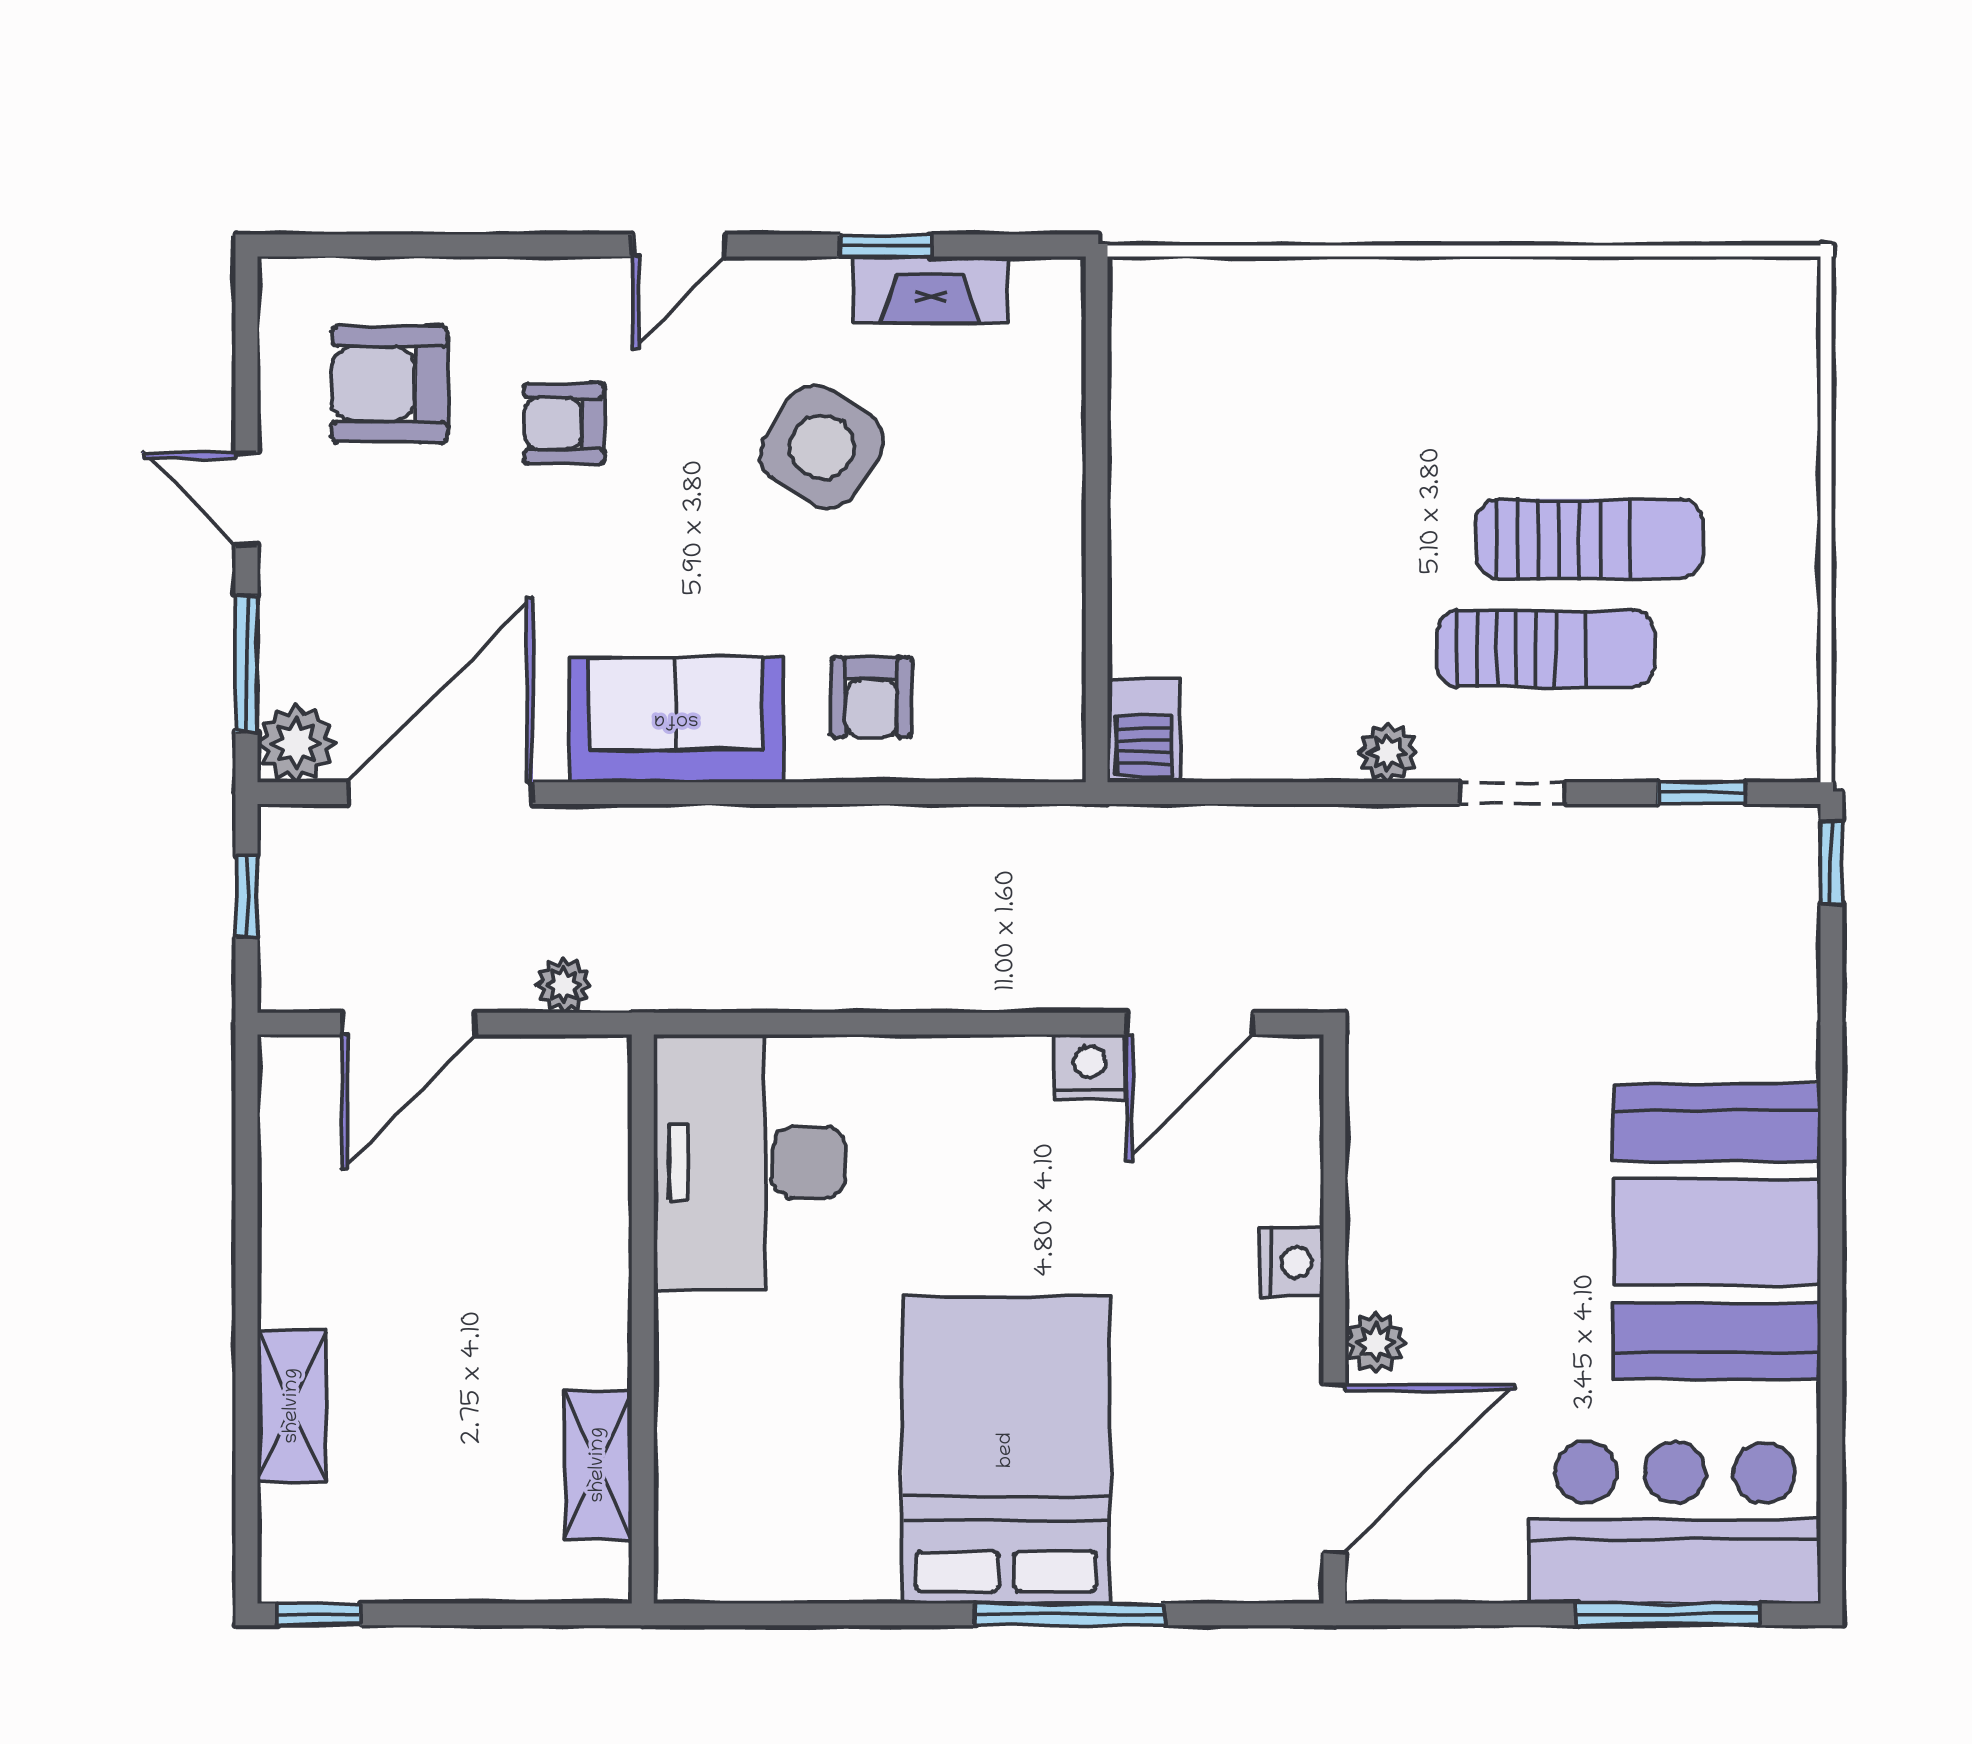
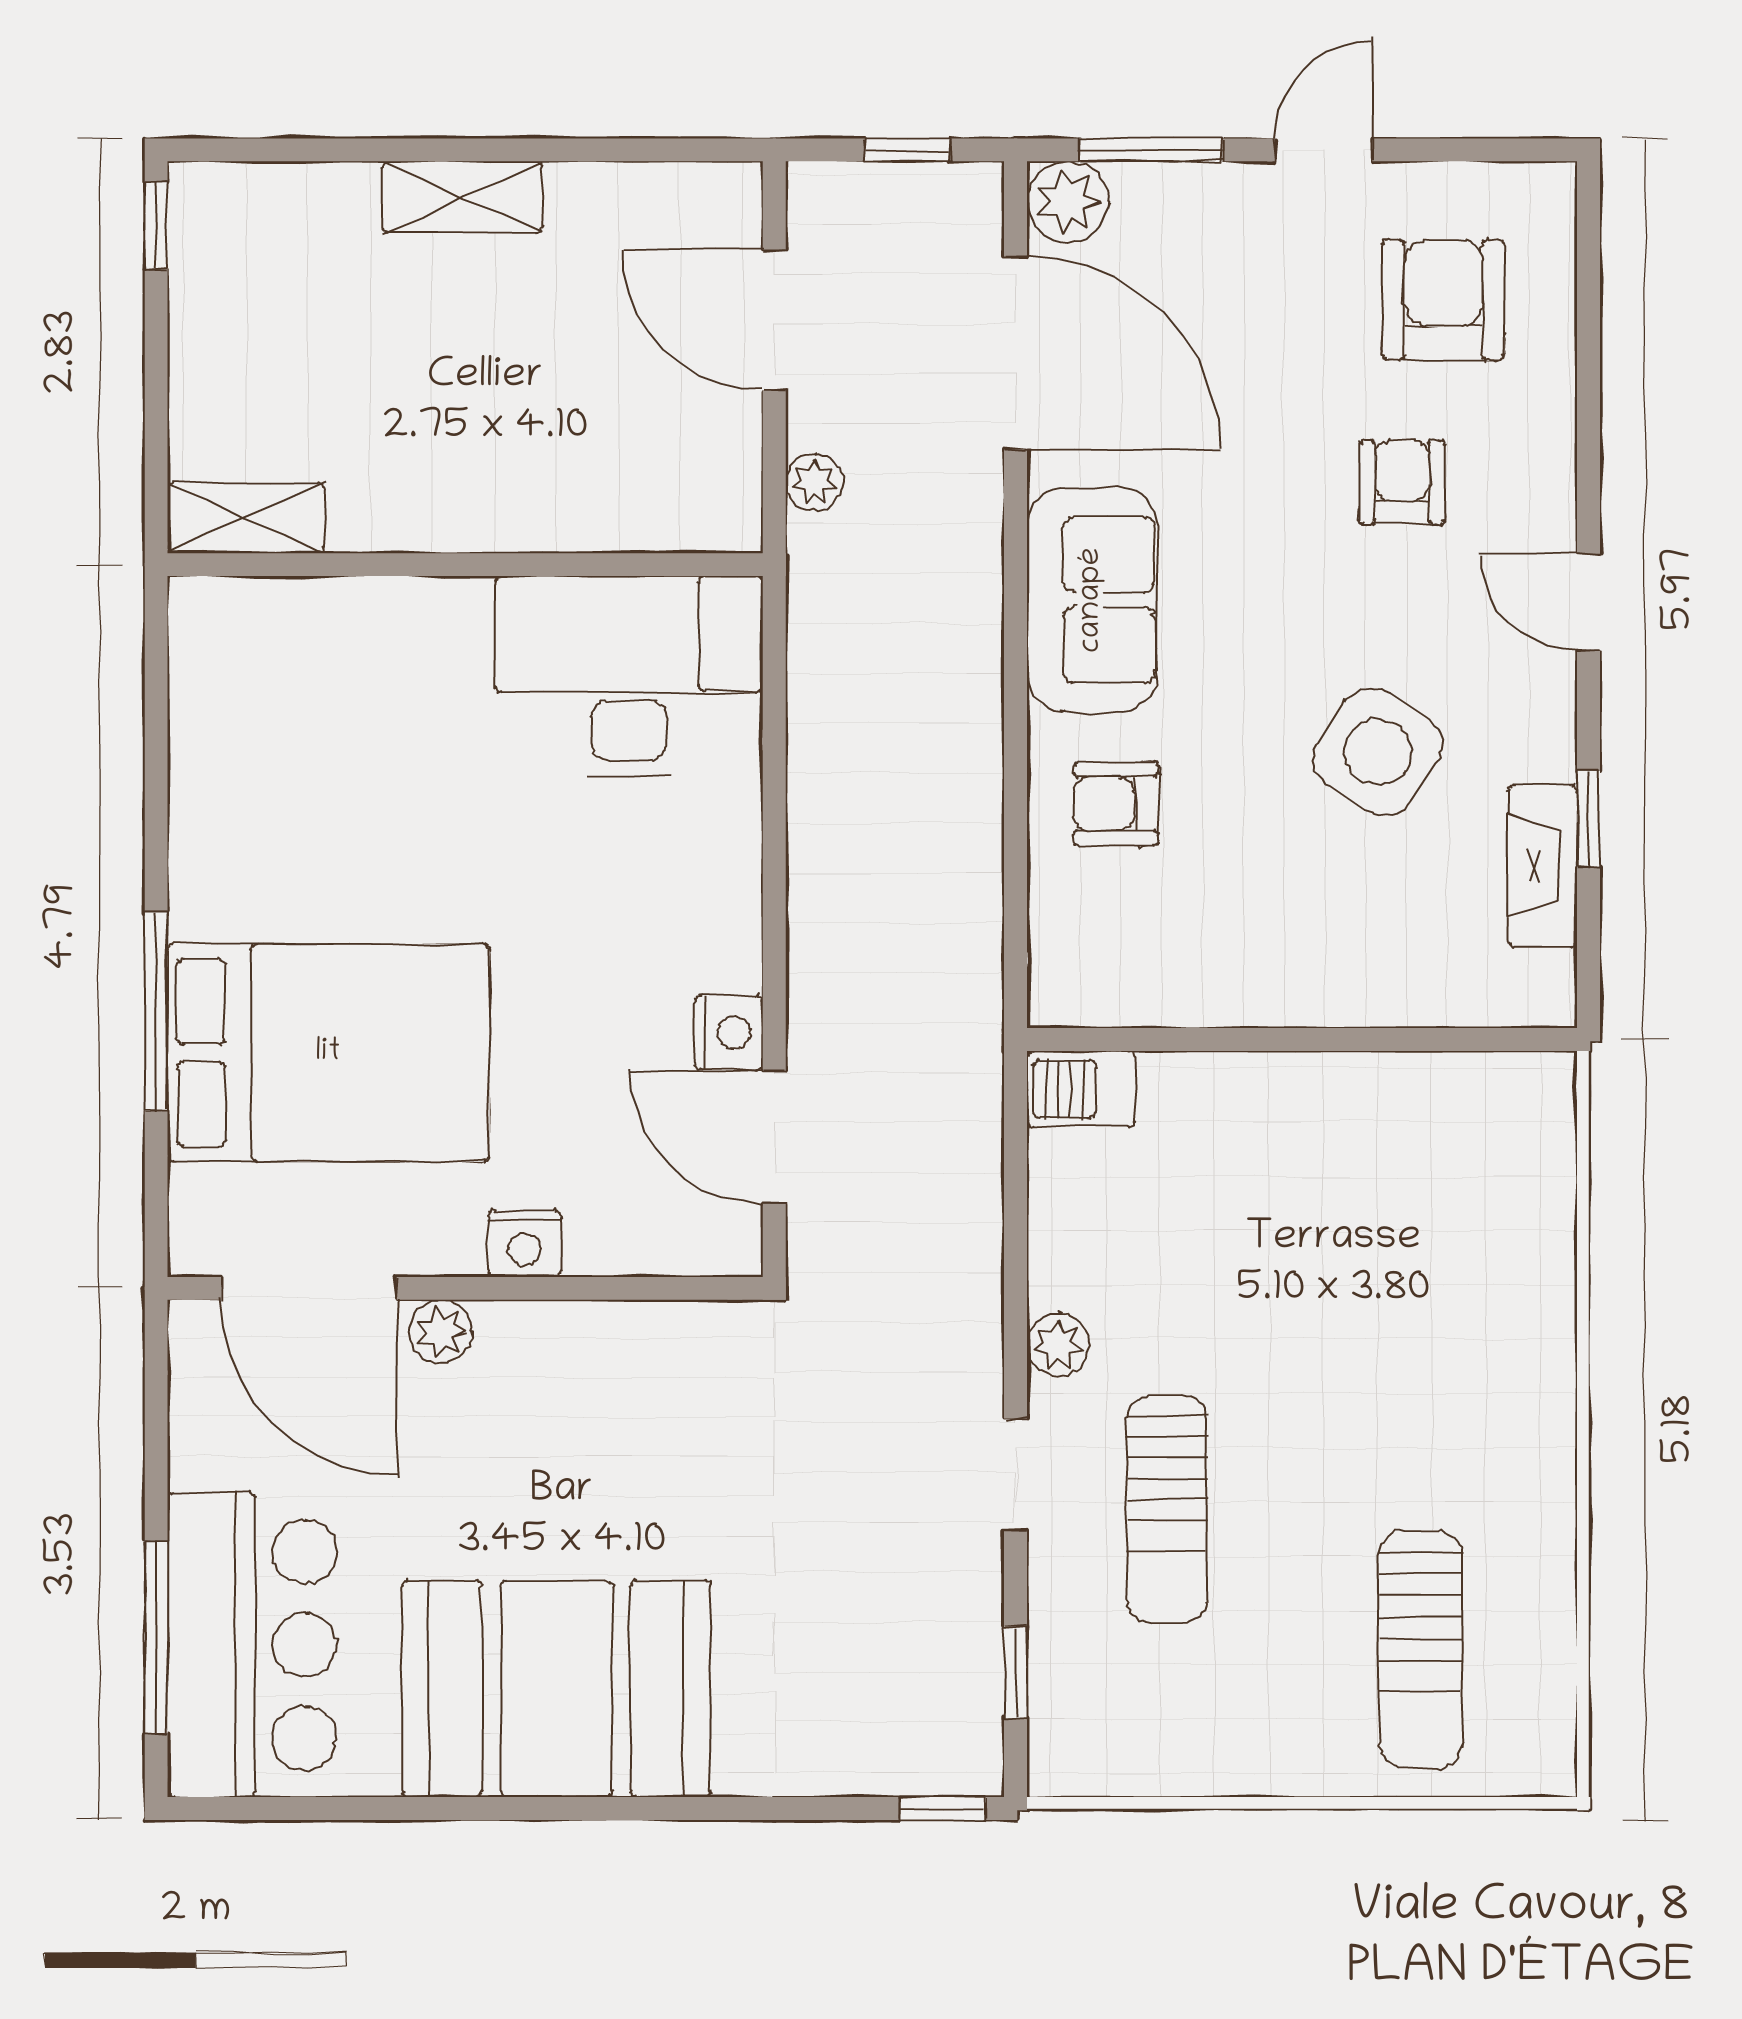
sun lounger: (1589, 539) -> (1421, 1649), moved
shelving: (292, 1406) -> (463, 197), moved
bed: (1006, 1450) -> (328, 1053), moved
shelving: (598, 1465) -> (246, 518), moved

